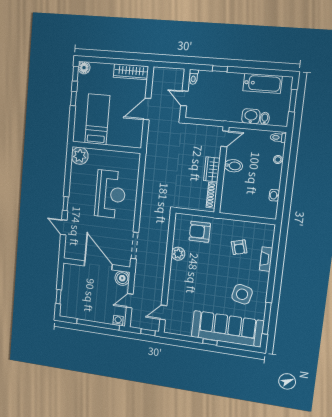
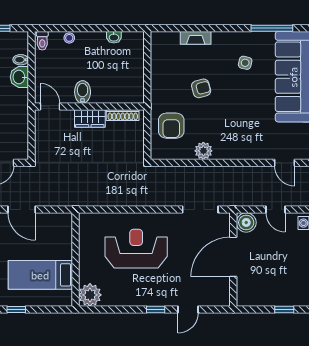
armchair: (239, 247) -> (201, 88), moved
side table: (242, 294) -> (245, 63), width x0.54, depth x0.54

